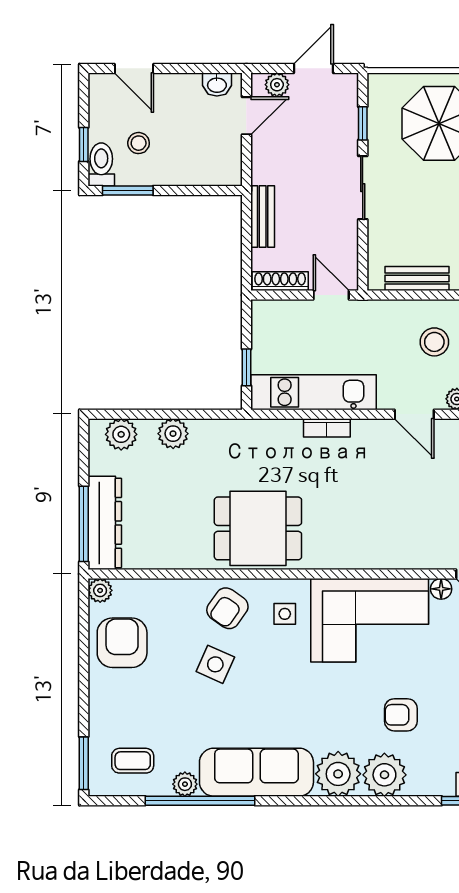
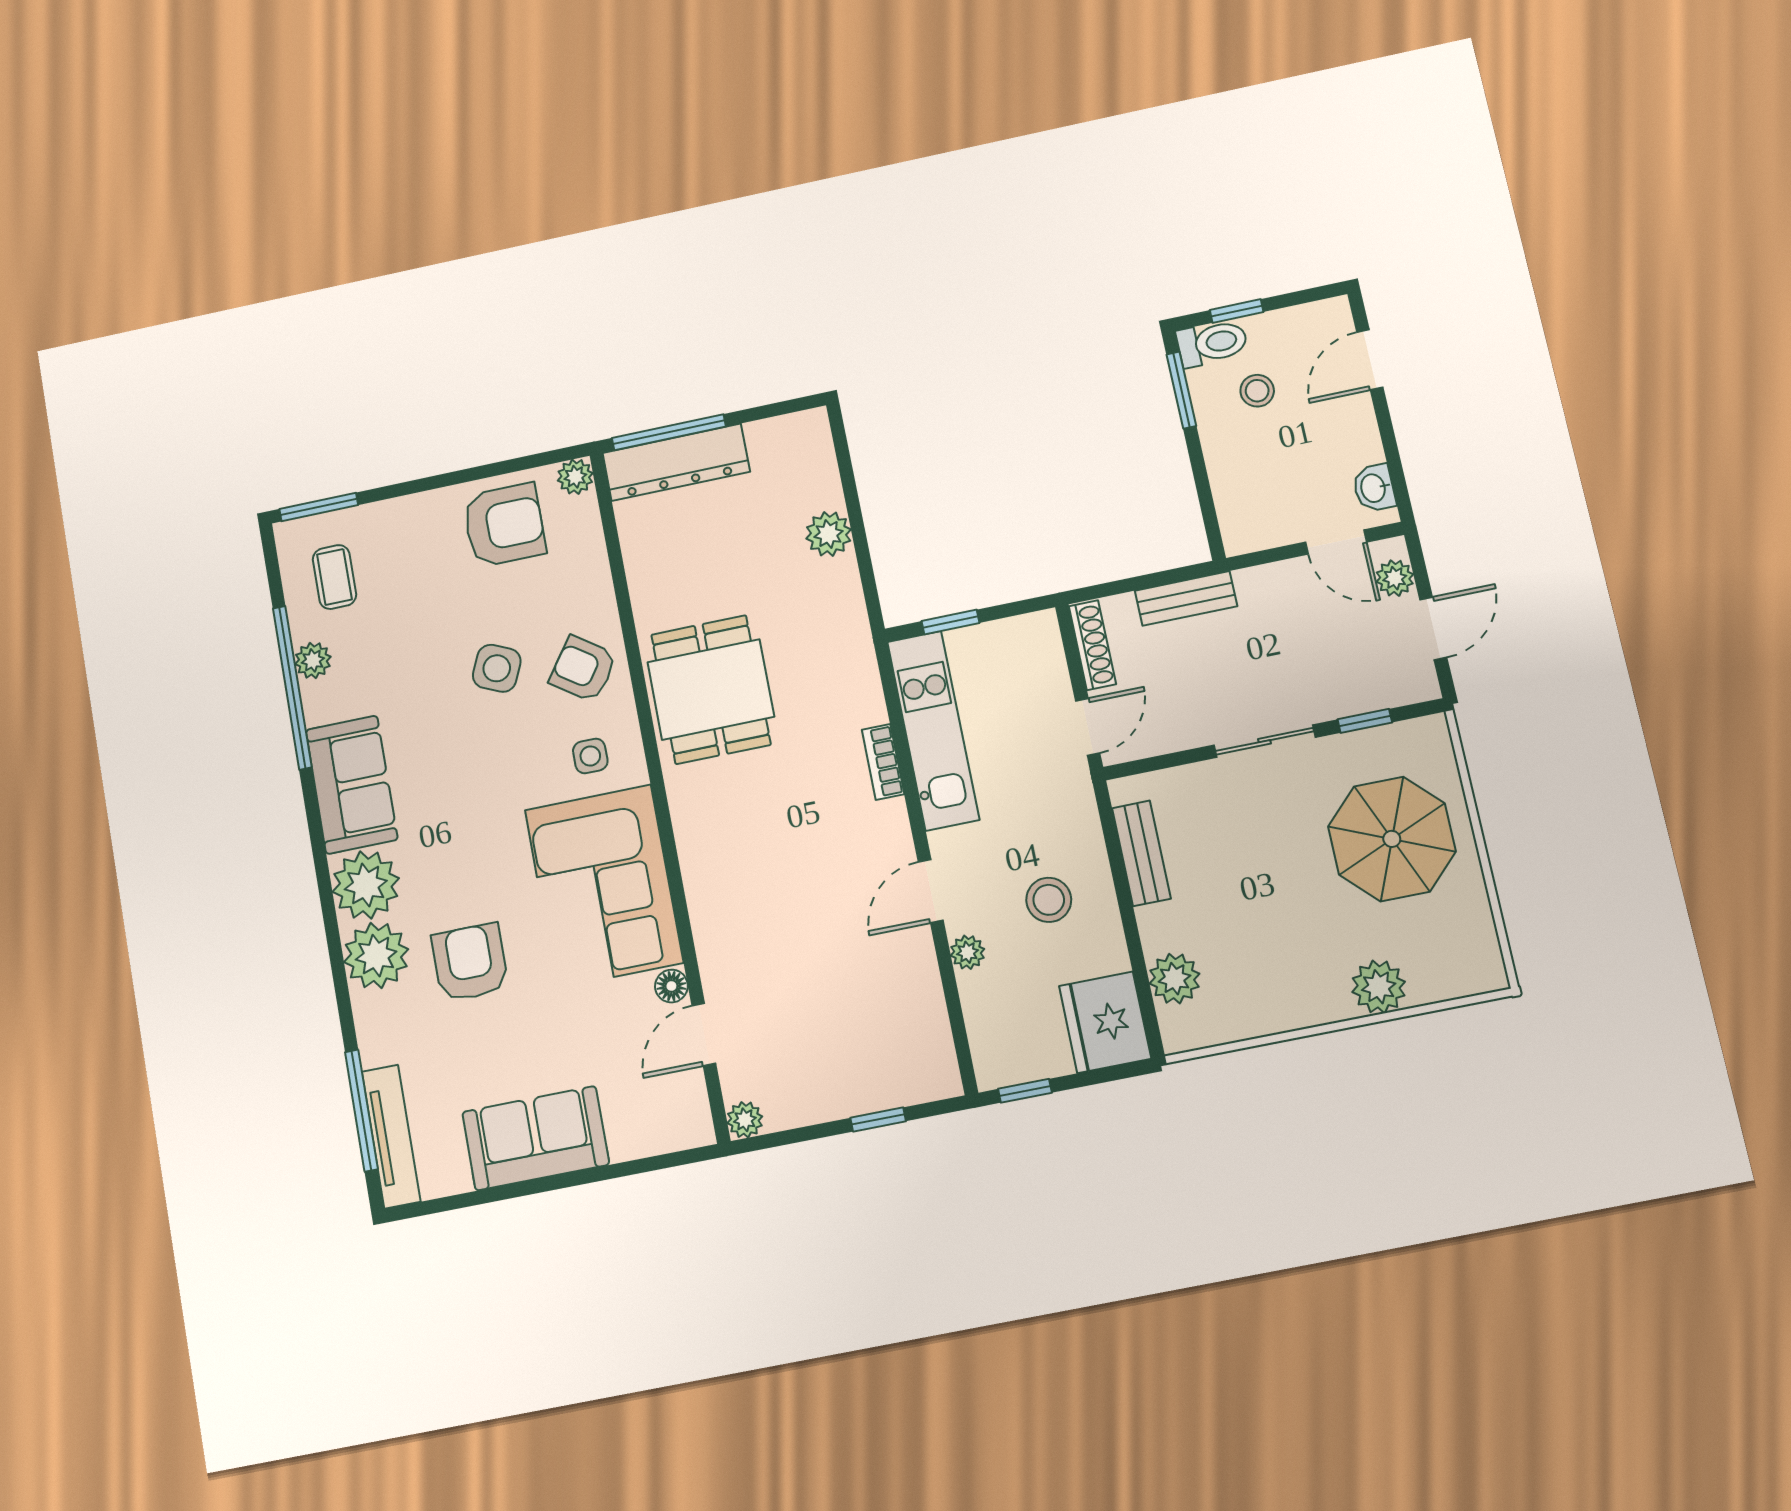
door: (314, 68) -> (1433, 628), hinge flipped
plant: (121, 434) -> (812, 458), removed
armchair: (401, 715) -> (470, 962), width x1.38, depth x1.38
sofa: (256, 772) -> (352, 785), width x0.73

